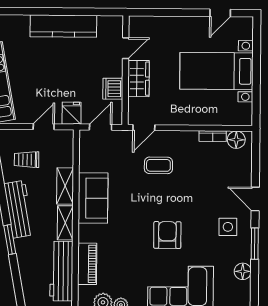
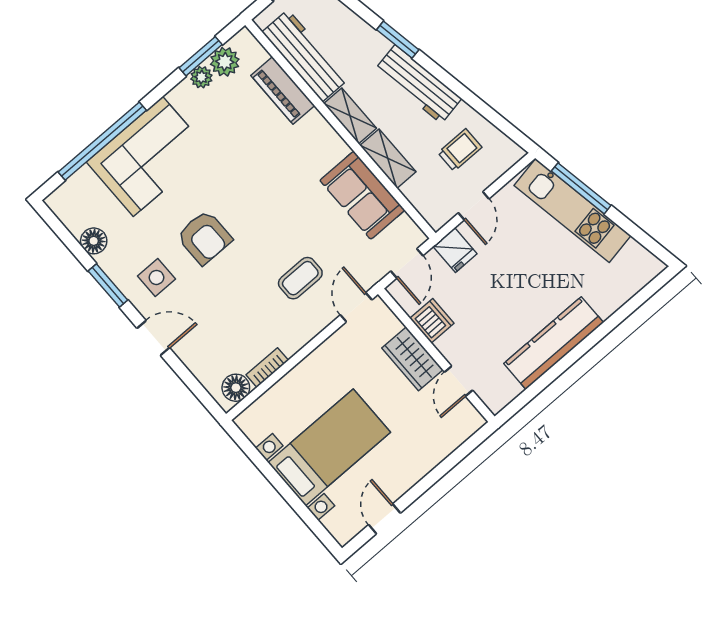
sofa: (93, 198) -> (362, 195), moved
armchair: (167, 235) -> (204, 237), moved

